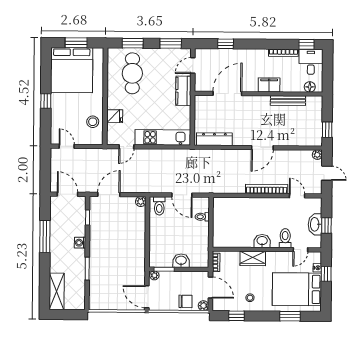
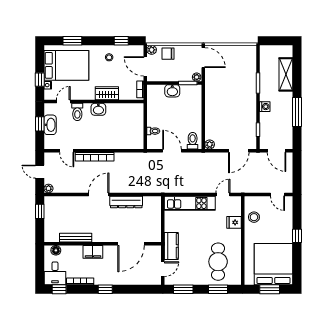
window: (226, 44) -> (105, 289), moved
dresser: (214, 139) -> (126, 202), moved
shelving: (57, 291) -> (286, 74), moved

